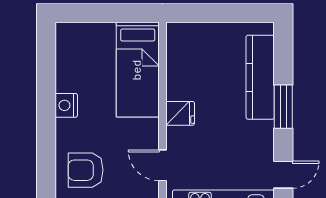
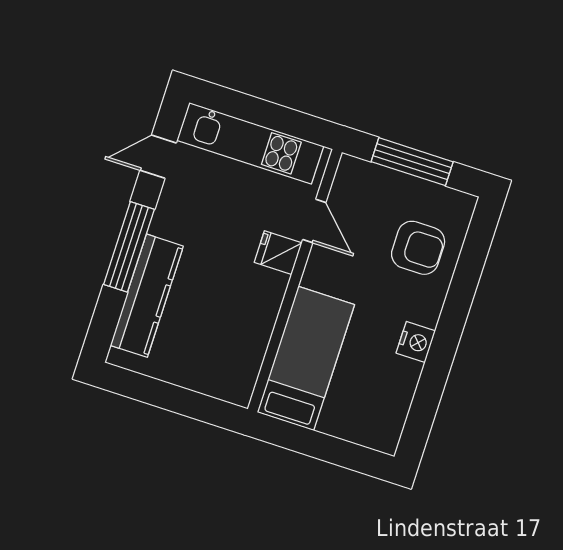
window: (283, 107) -> (129, 247), width x1.44
fridge: (180, 113) -> (278, 253), moved

